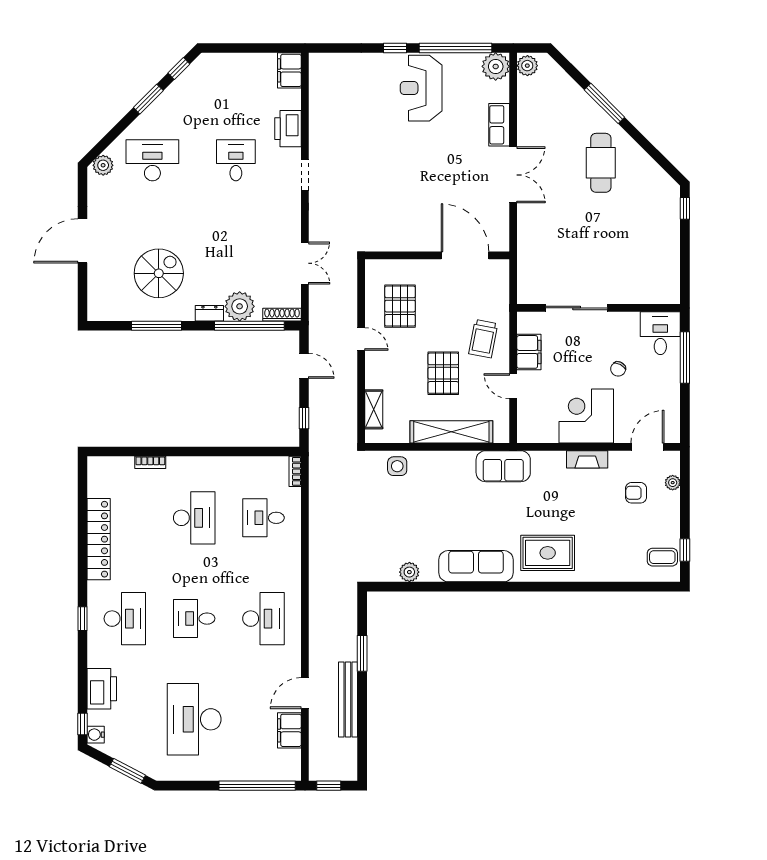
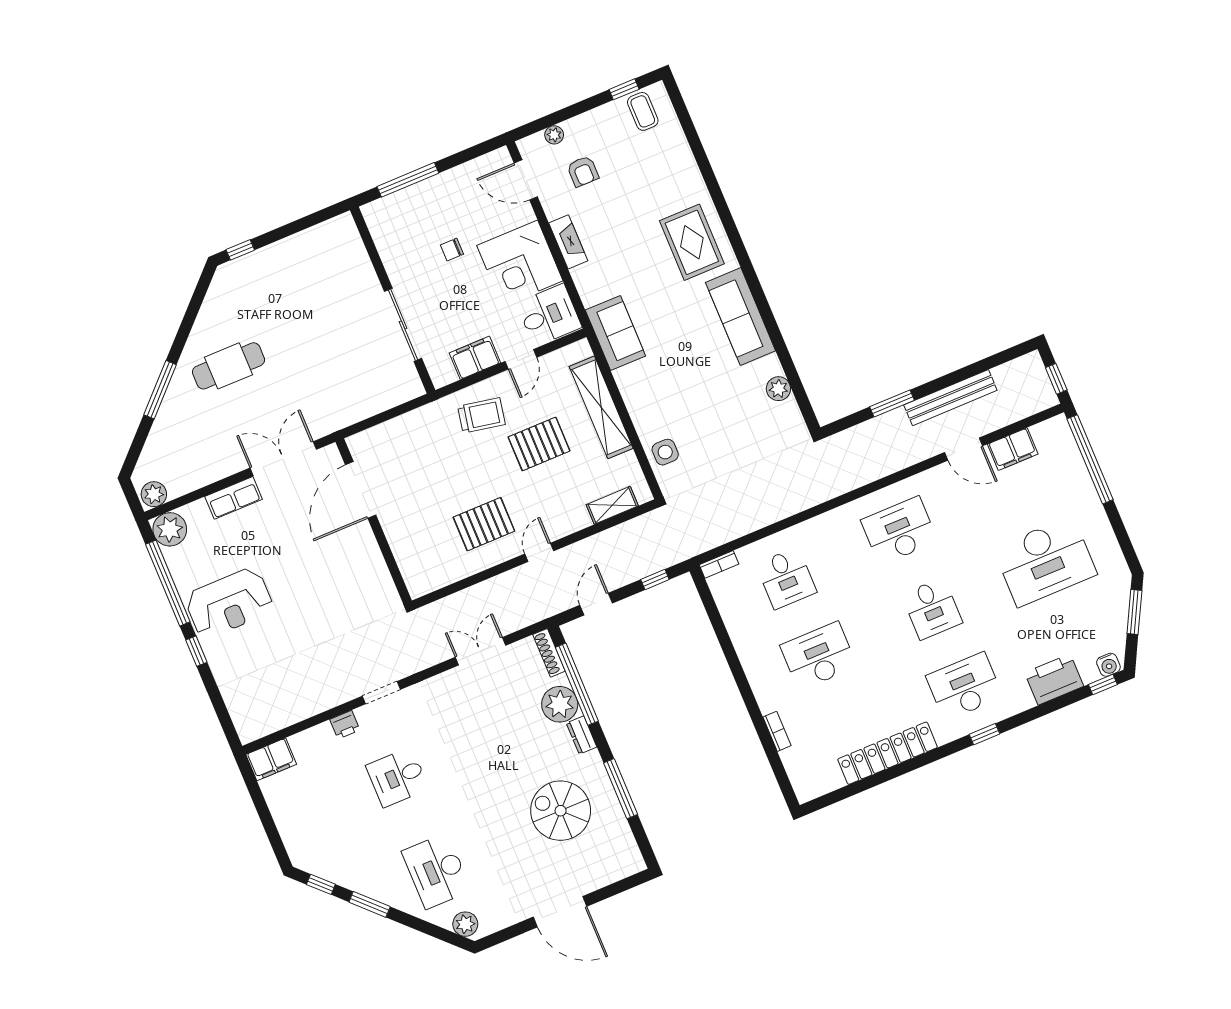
printer: (288, 129) -> (345, 725), width x0.53, depth x0.68
wall: (437, 255) -> (374, 521), moved
door: (465, 255) -> (361, 490), moved
desk: (660, 333) -> (549, 315), moved, turned 180
chair: (618, 369) -> (452, 250), turned 153

